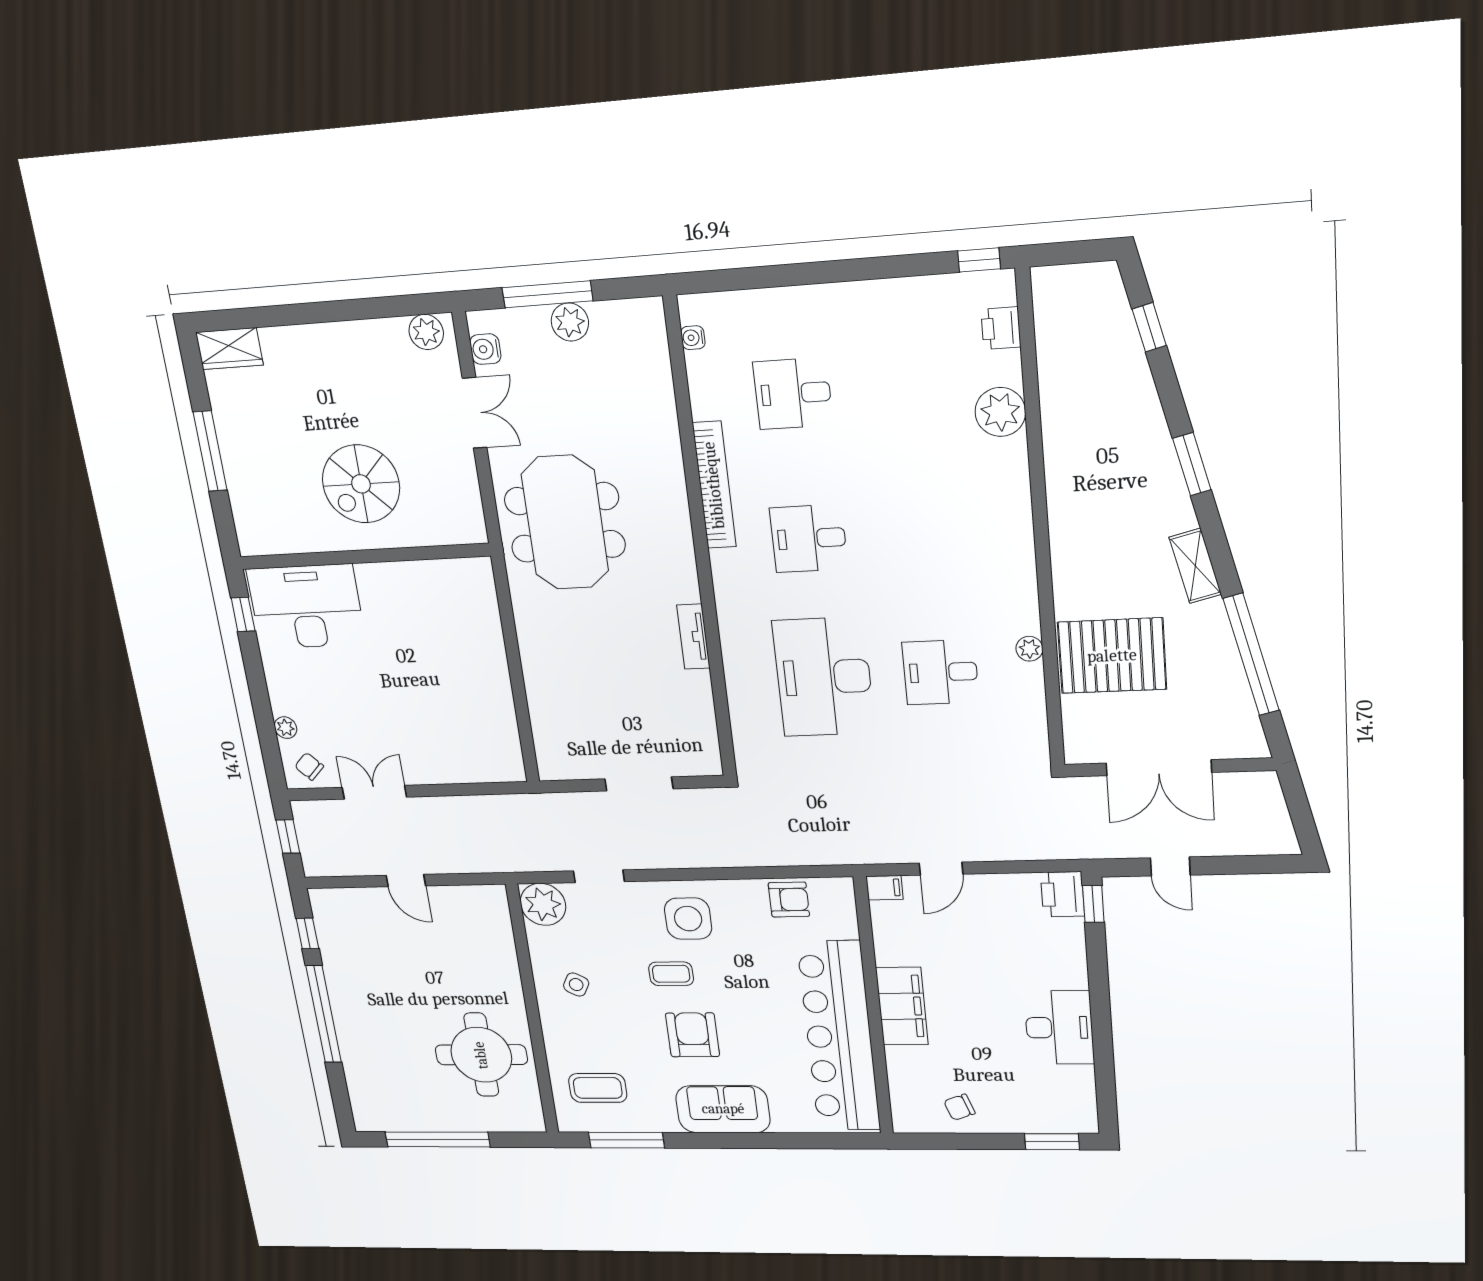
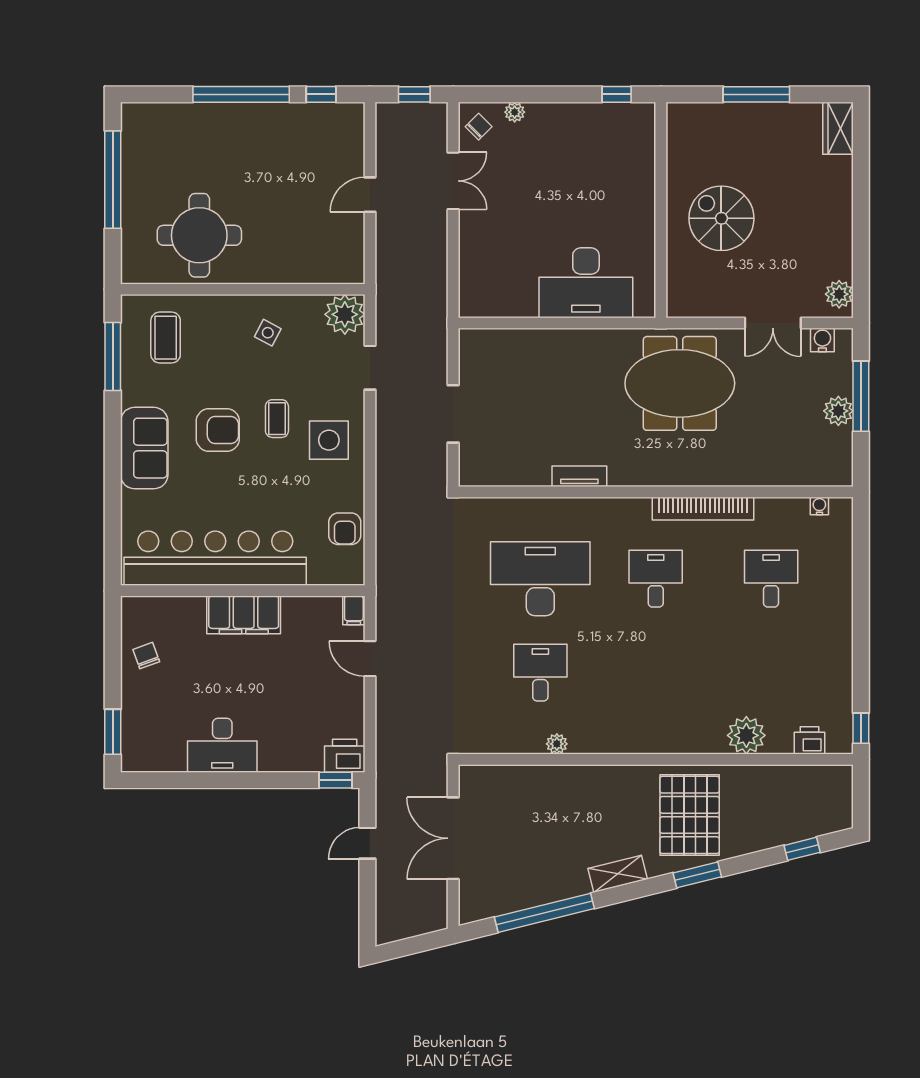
desk: (306, 607) -> (586, 283), moved, turned 90
pallet: (1112, 656) -> (690, 815), moved

